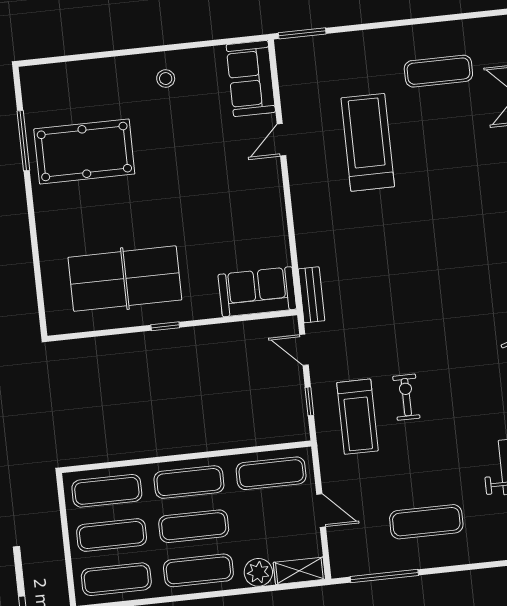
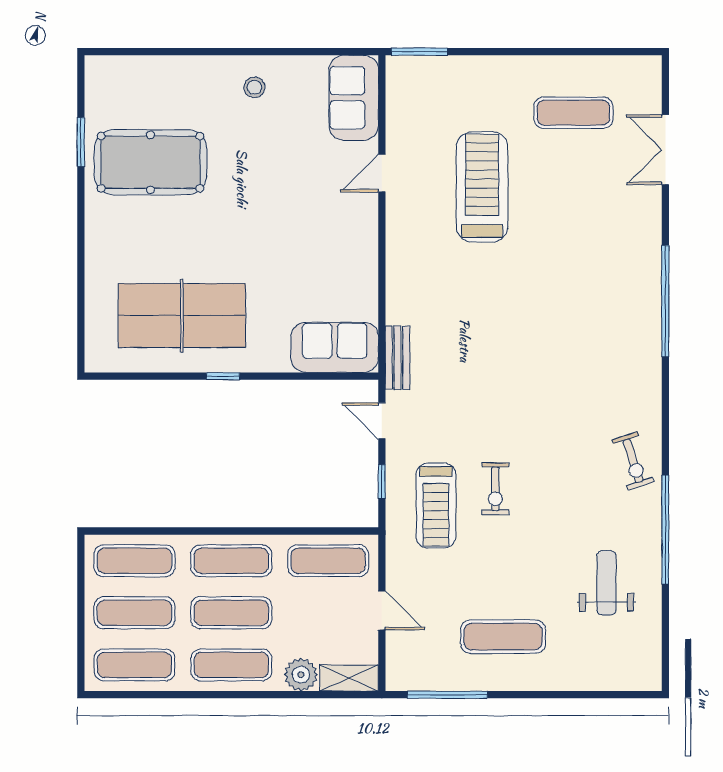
window: (23, 141) -> (81, 142), width x0.69
exercise bike: (406, 397) -> (495, 489), turned 180

